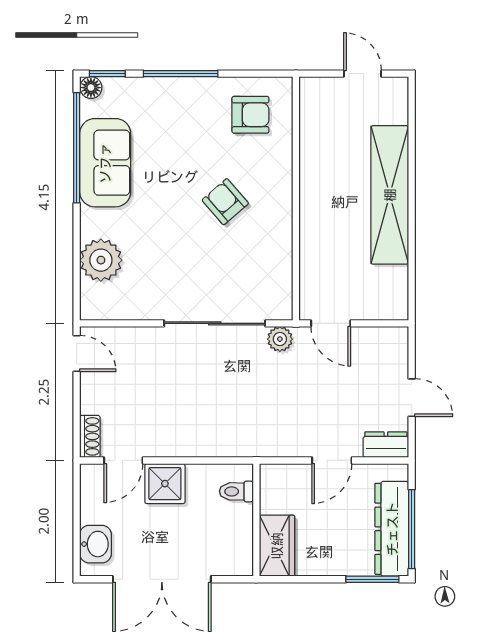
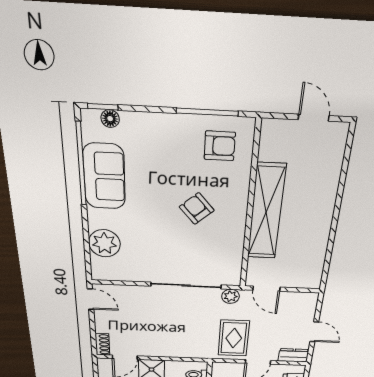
window: (181, 74) -> (207, 112), moved
floor lamp: (91, 88) -> (110, 119), moved
shelving: (390, 195) -> (266, 212), moved
rug: (290, 415) -> (234, 338), added

